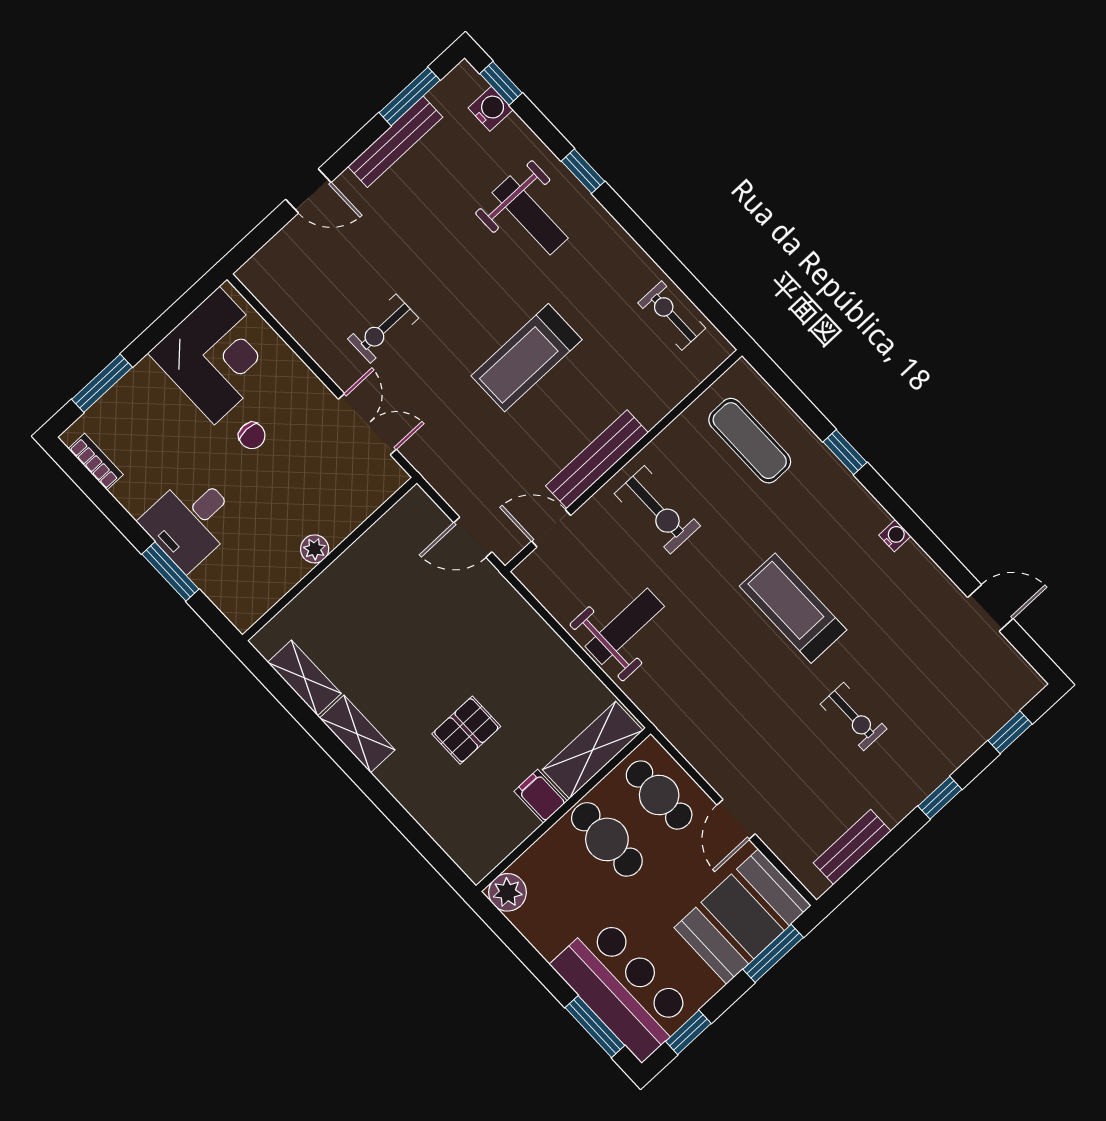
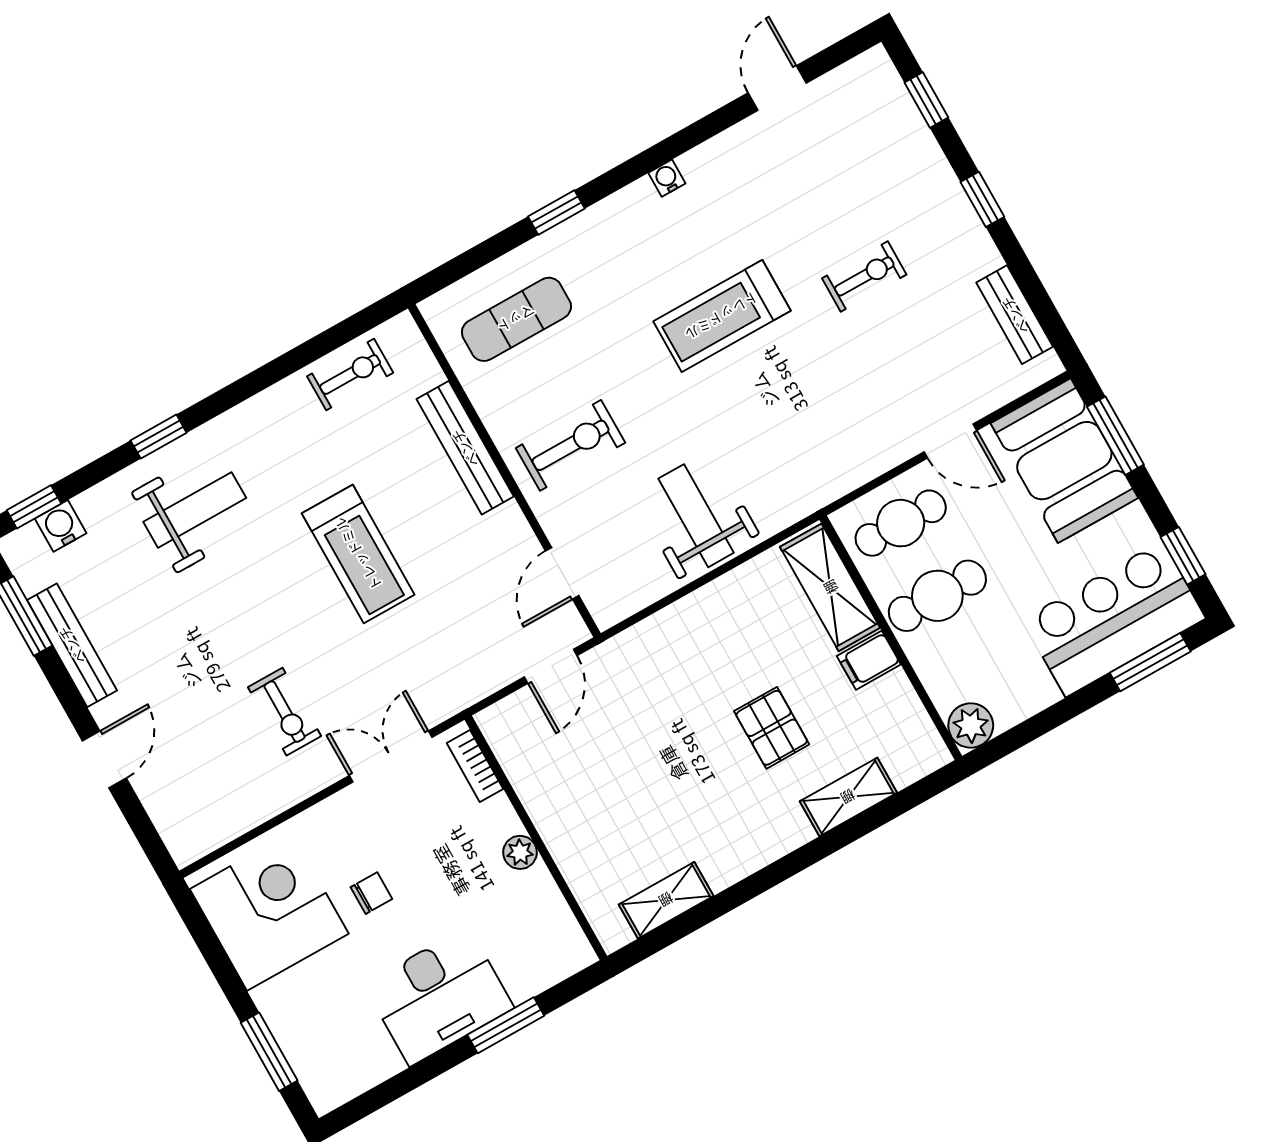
exercise bike: (672, 316) -> (350, 375), turned 180
bench: (597, 459) -> (465, 448), moved
bookcase: (96, 462) -> (475, 766), moved, turned -90
desk: (190, 521) -> (439, 996), width x1.37
shelving: (357, 734) -> (848, 797), moved

